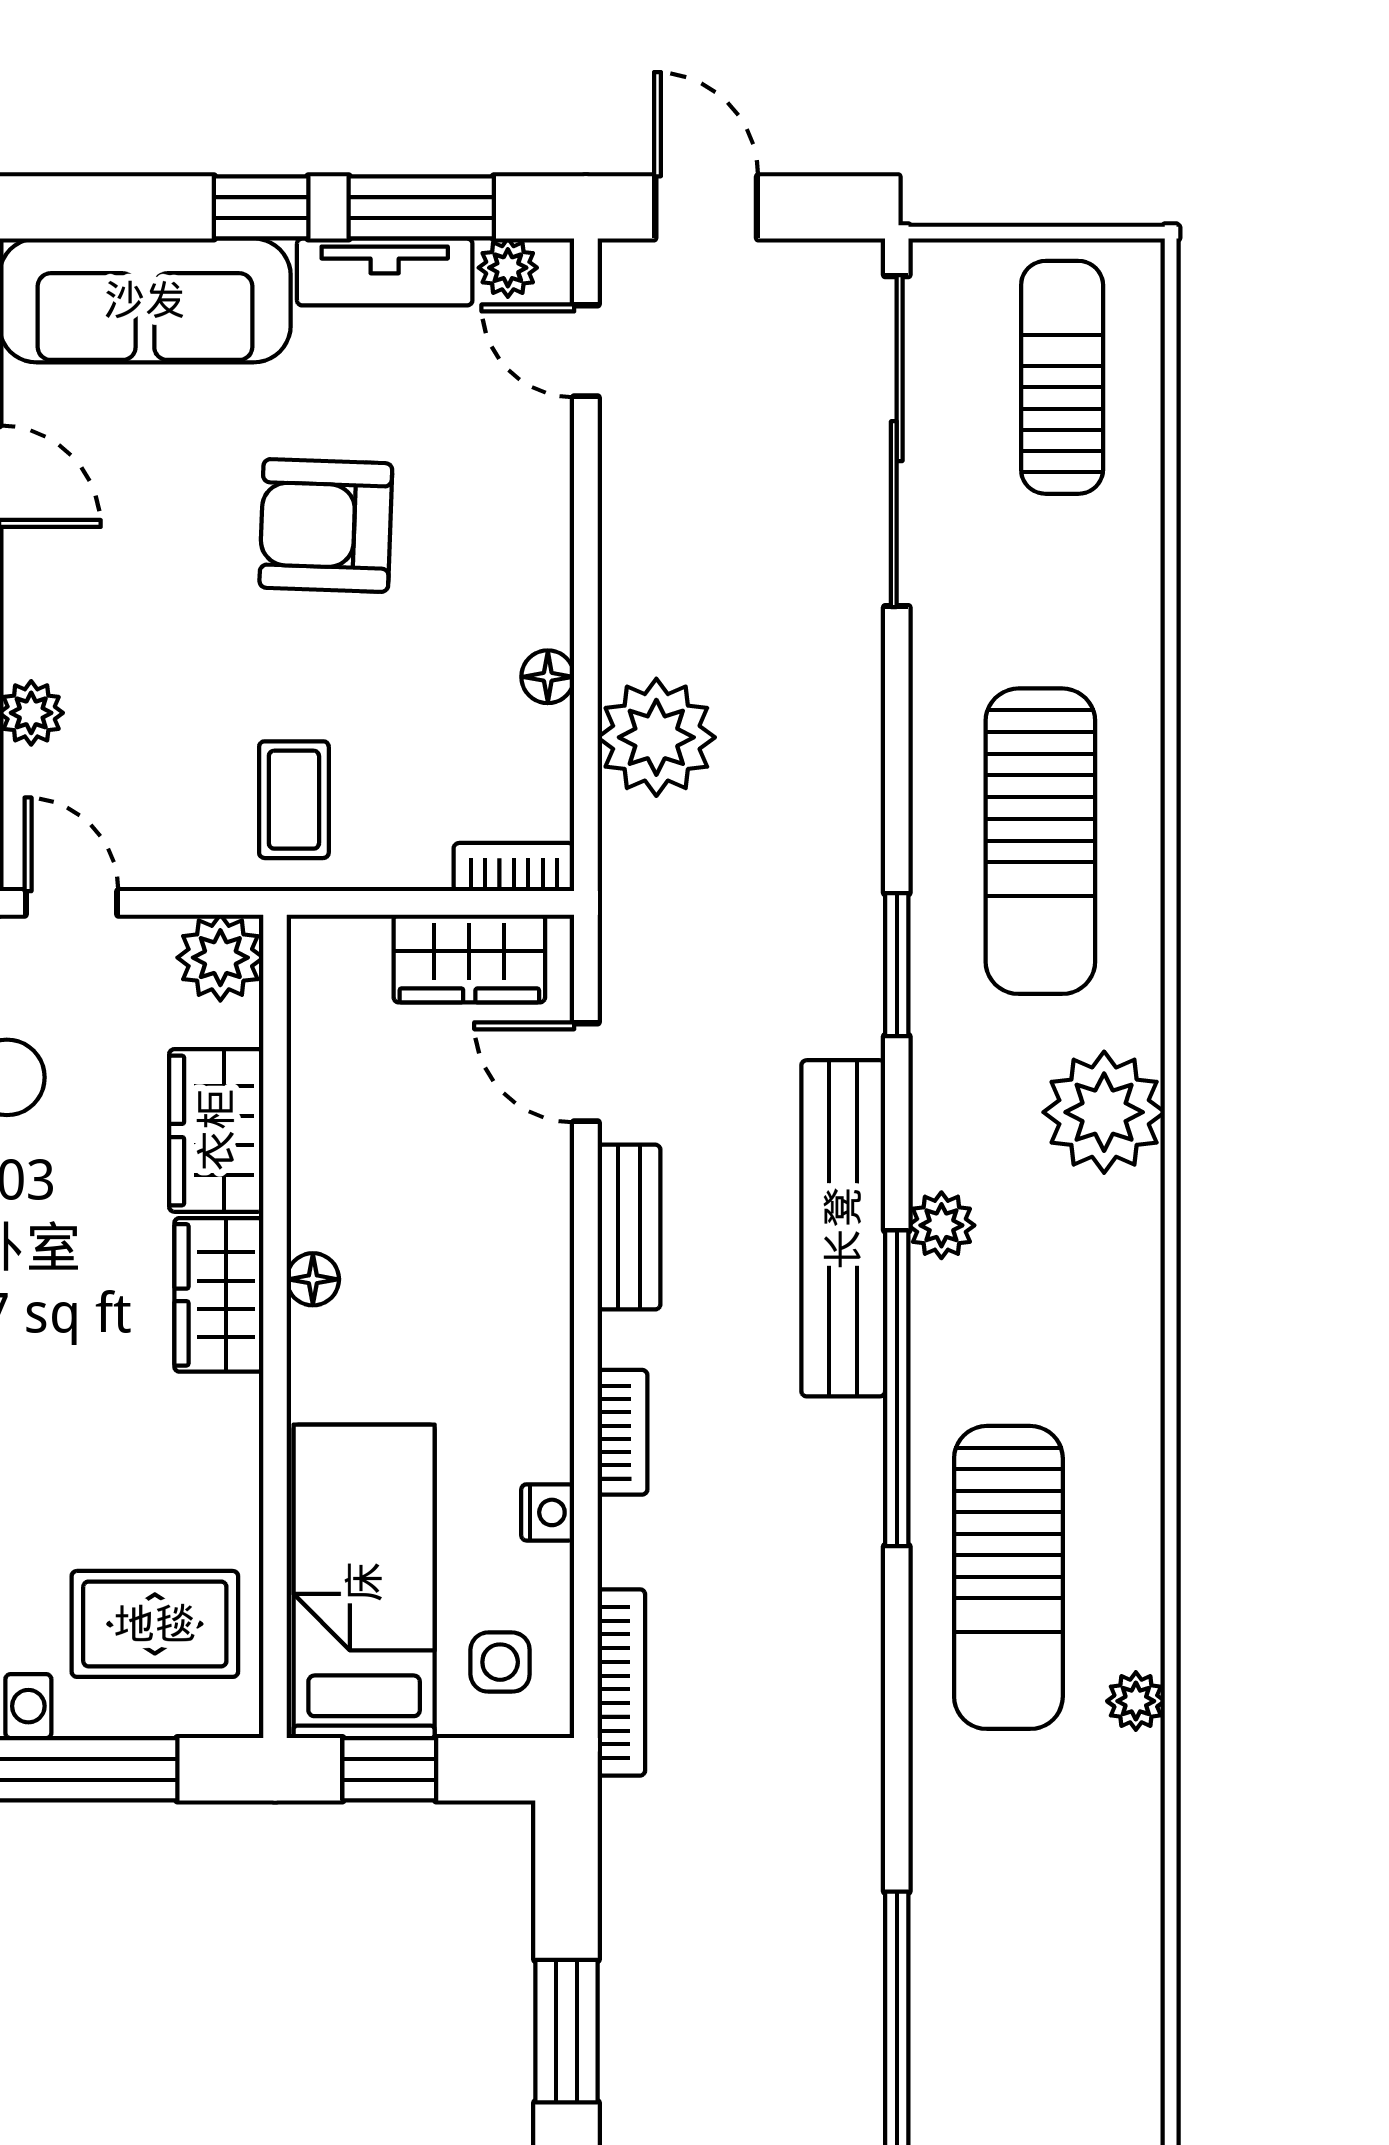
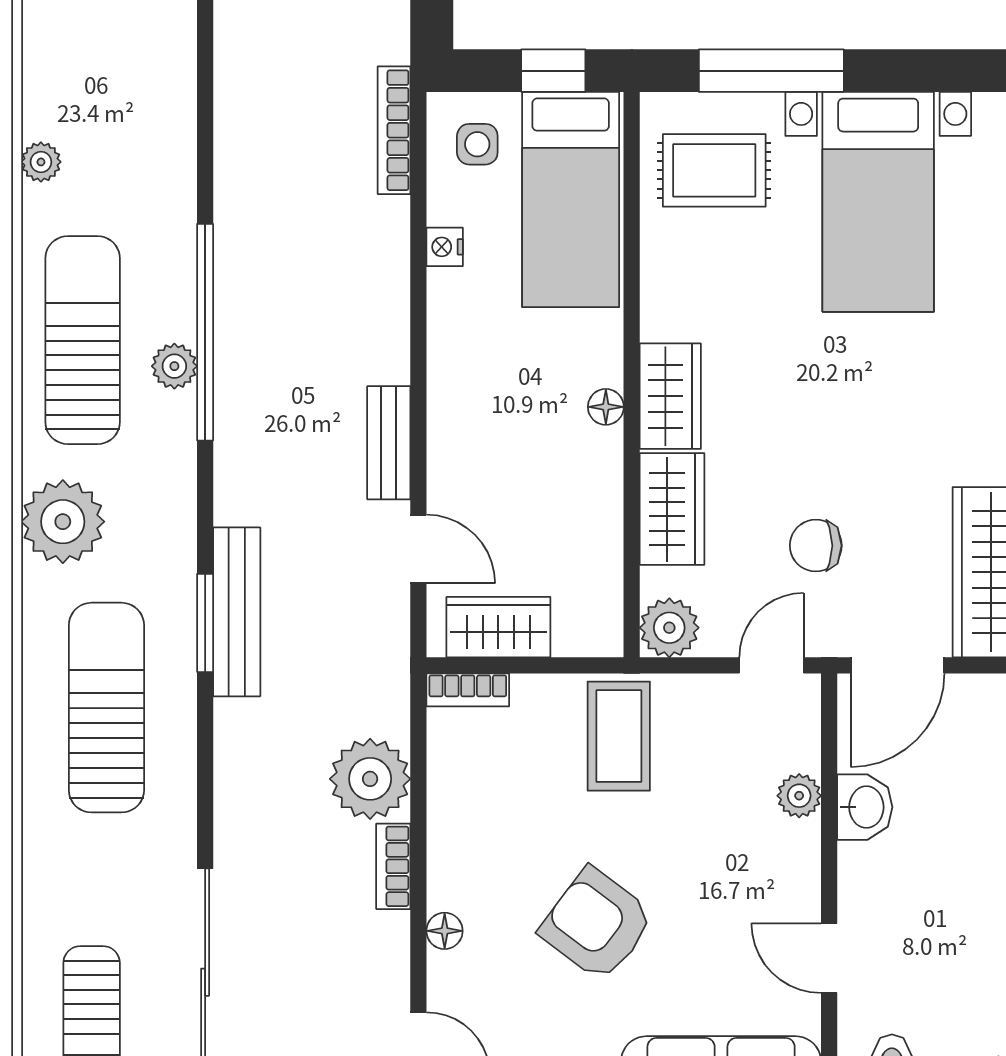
armchair: (326, 526) -> (597, 924), turned -145
floor lamp: (548, 677) -> (445, 931), moved
coffee table: (294, 800) -> (619, 736), width x1.36, depth x1.30
door: (71, 903) -> (771, 665), swing flipped
plant: (941, 1225) -> (174, 366), moved
bench: (843, 1228) -> (237, 612), moved, width x0.73, depth x0.82
bookcase: (622, 1432) -> (393, 866), moved
sun lounger: (1008, 1577) -> (83, 340), moved
plant: (1136, 1701) -> (41, 162), moved

